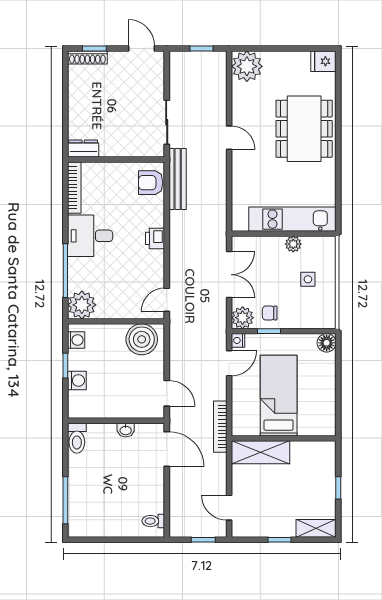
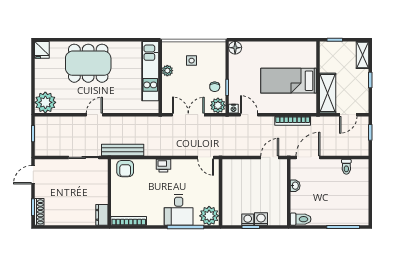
desk: (90, 236) -> (179, 210), moved
boiler: (142, 339) -> (233, 175), removed
washing machine: (76, 340) -> (248, 220), moved
bed: (279, 396) -> (289, 81), moved
wall: (284, 438) -> (318, 77), moved
shelving: (261, 452) -> (328, 93), moved
toilet: (153, 521) -> (346, 167), moved

